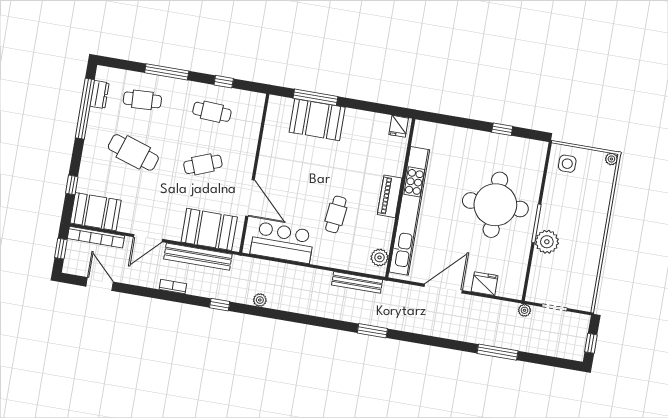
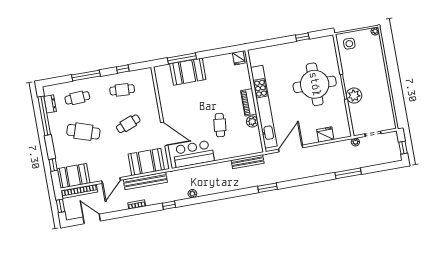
plant: (380, 257) -> (252, 121), moved
door: (443, 288) -> (291, 148), moved

